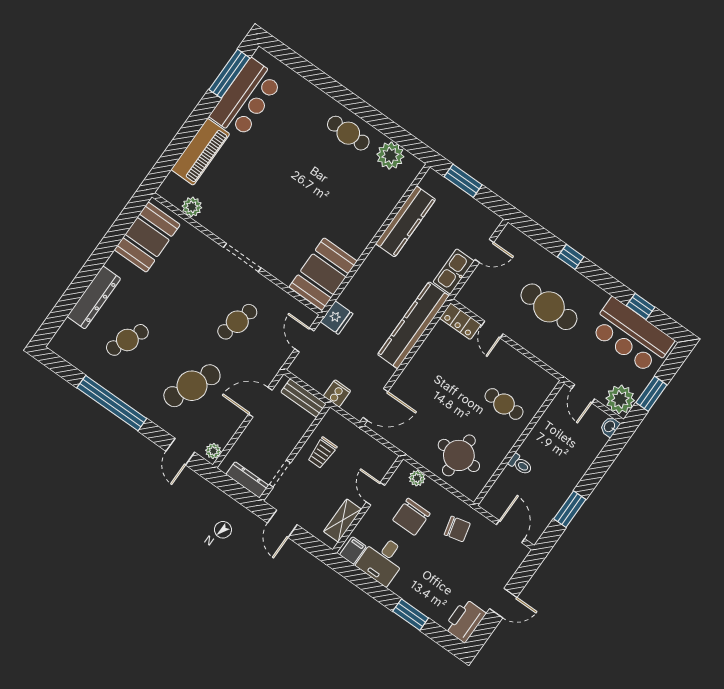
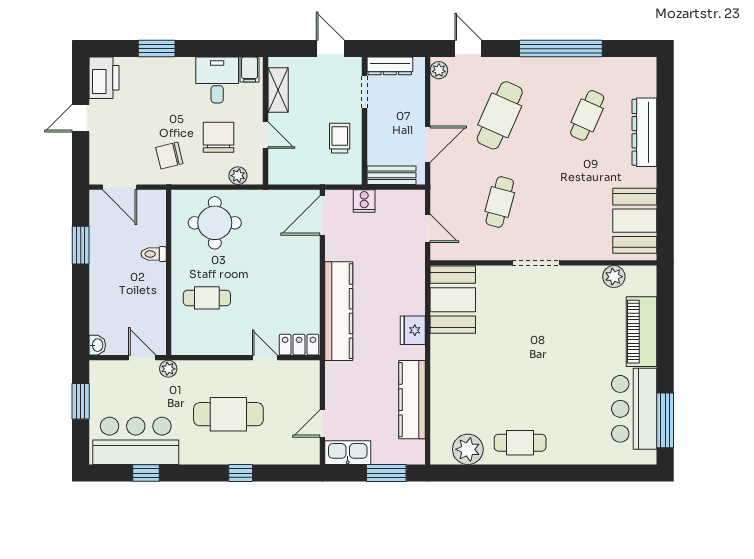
kitchen sink: (454, 271) -> (348, 453), moved, turned -90
fridge: (337, 318) -> (413, 330), moved
plant: (620, 399) -> (168, 369), moved, width x0.53, depth x0.53

